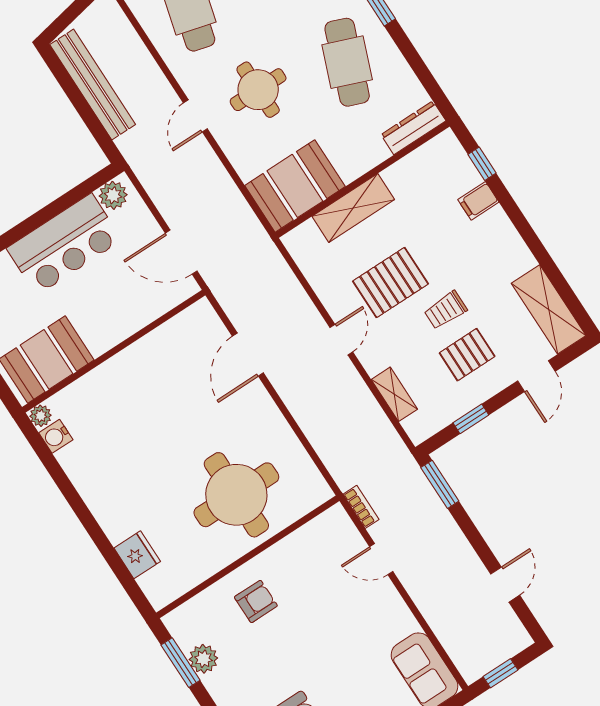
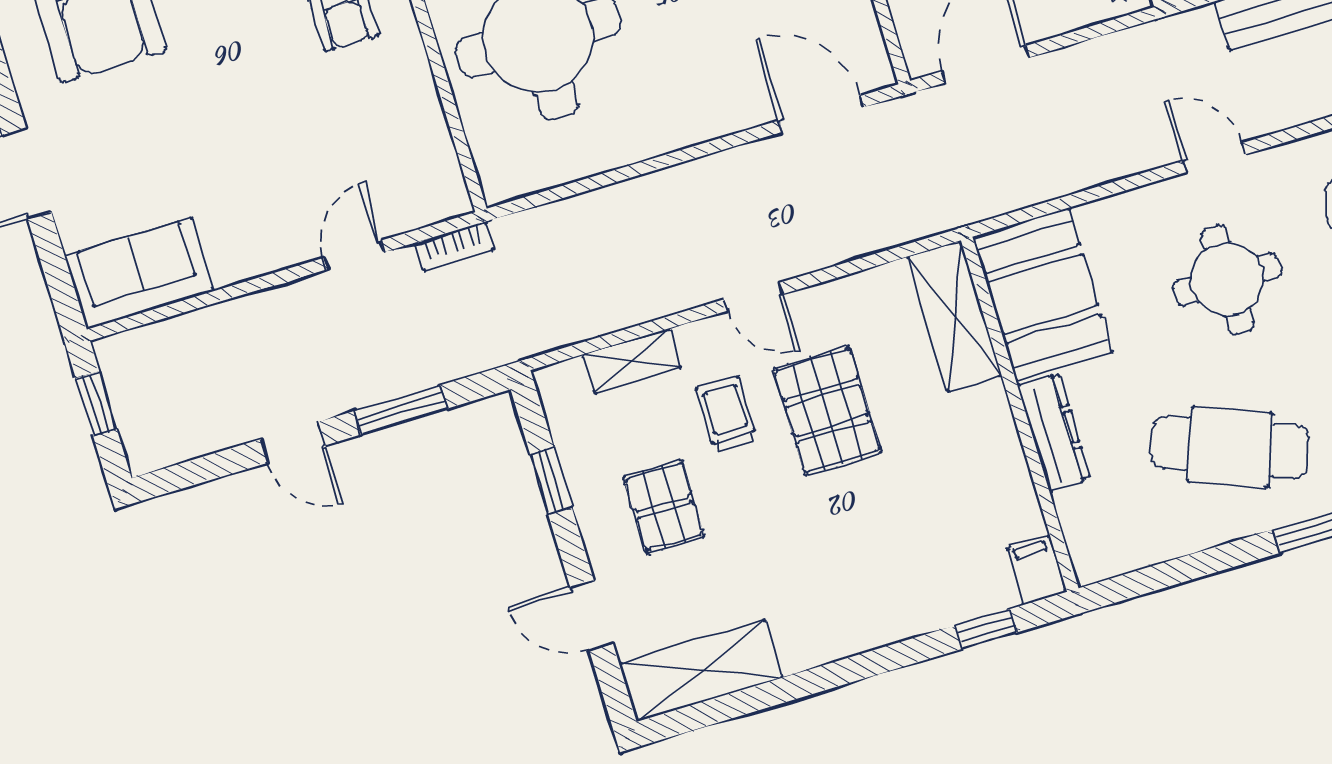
dresser: (413, 128) -> (1054, 432), moved
filing cabinet: (478, 201) -> (1036, 570), moved
shelving: (353, 208) -> (954, 316), moved
trolley: (446, 310) -> (726, 414), moved
door: (248, 355) -> (821, 114), moved
window: (440, 484) -> (401, 410), moved
door: (505, 585) -> (293, 442), moved

